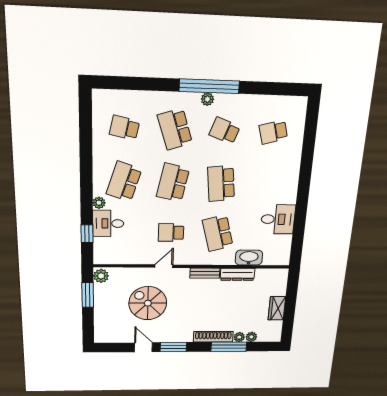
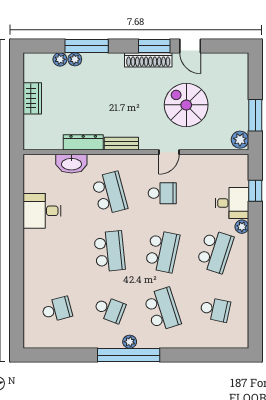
spiral stairs: (148, 303) -> (186, 105), turned 180
shoe rack: (213, 337) -> (148, 60), moved

